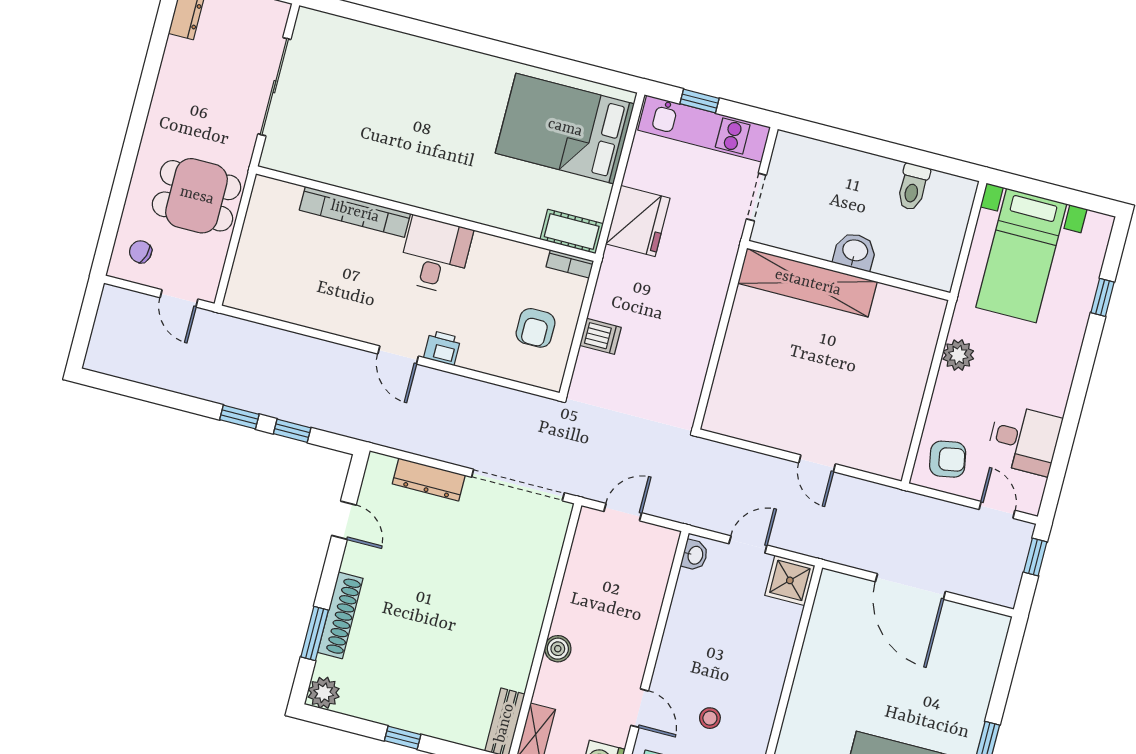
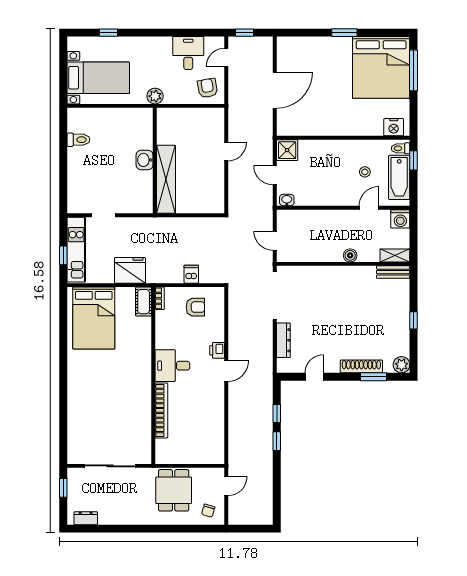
washbasin: (855, 251) -> (145, 160), moved
wall: (849, 270) -> (155, 161), moved
shelving: (808, 283) -> (166, 179), moved

